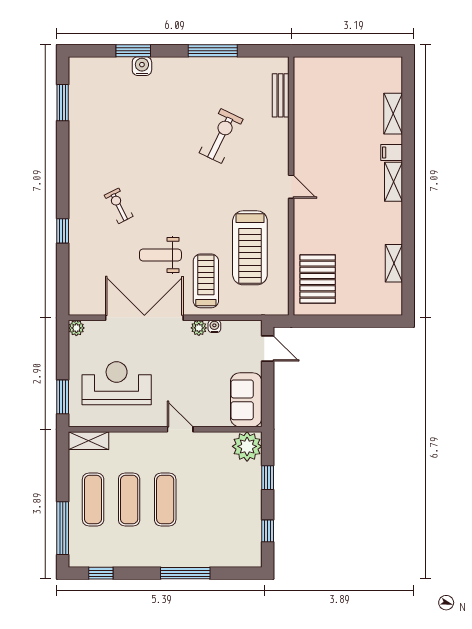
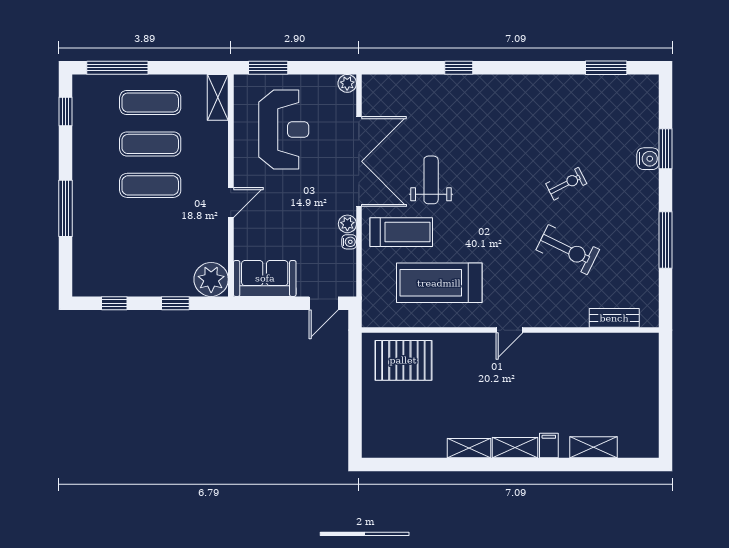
exercise bike: (119, 206) -> (566, 184), moved
shelving: (394, 263) -> (469, 448), moved

